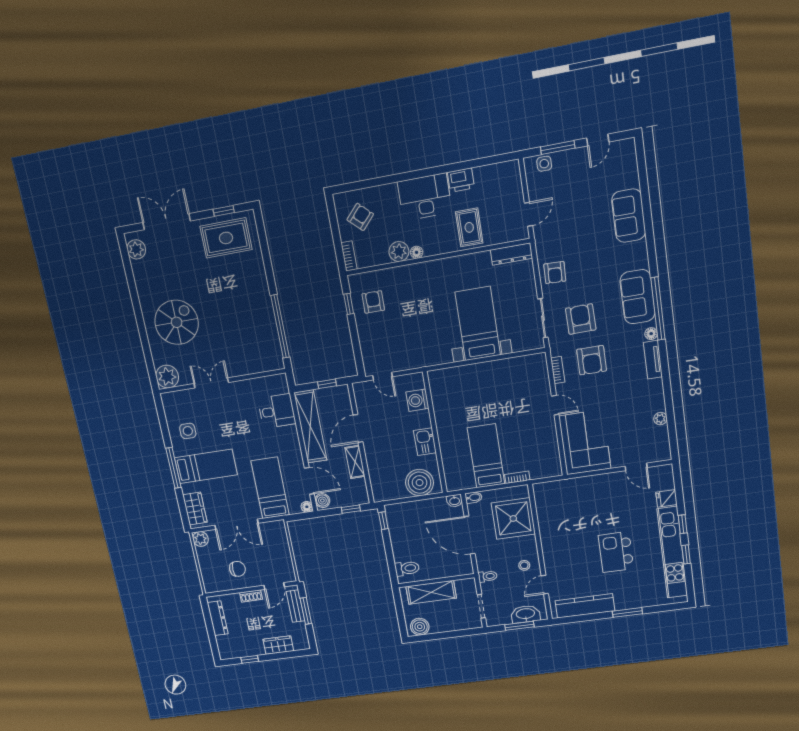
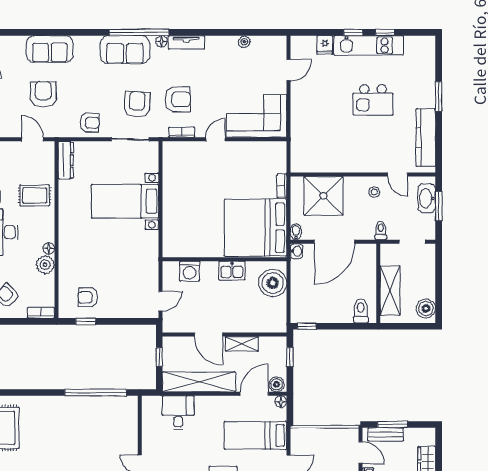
armchair: (579, 217) -> (43, 94), added
armchair: (581, 319) -> (137, 104), turned 94
bed: (486, 456) -> (255, 228), width x2.04
kitchen unit: (672, 552) -> (369, 45), width x0.73

